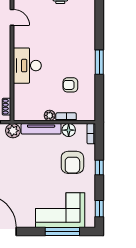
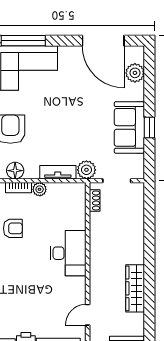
door: (12, 17) -> (88, 315), hinge flipped
tv unit: (41, 129) -> (58, 172), width x0.71

